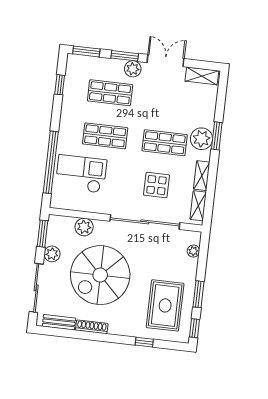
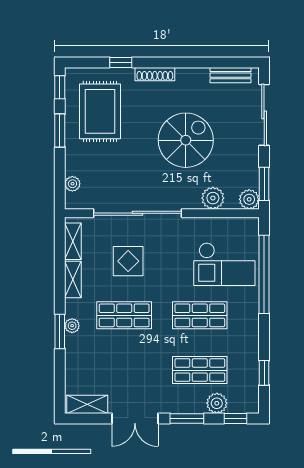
window: (86, 51) -> (236, 418), width x0.67
plant: (133, 69) -> (217, 403), moved
plant: (201, 139) -> (72, 326), width x0.53, depth x0.53
plant: (52, 254) -> (249, 199), moved
spiral stairs: (100, 275) -> (186, 140), width x0.73, depth x0.73
shoe rack: (92, 327) -> (155, 74), moved

